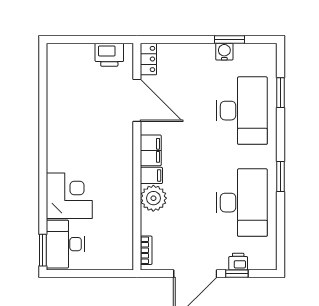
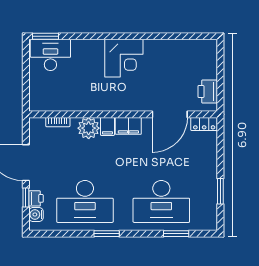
water cooler: (224, 52) -> (36, 214), moved, turned 180
corner desk: (69, 196) -> (124, 58), moved
bookcase: (146, 250) -> (58, 122), moved

